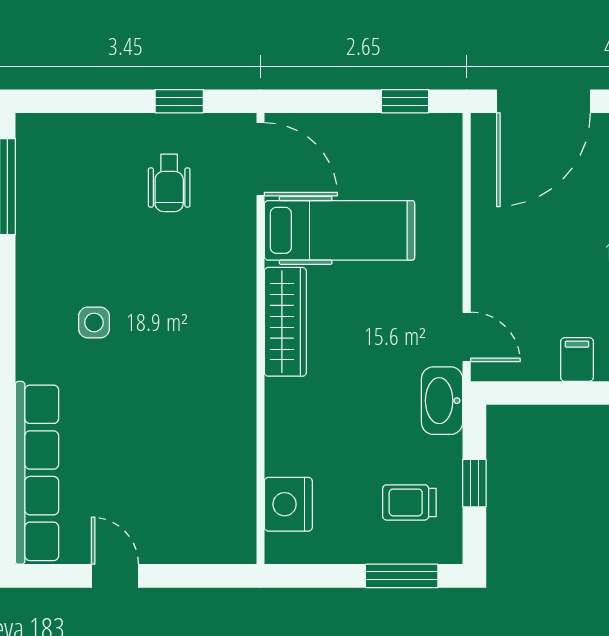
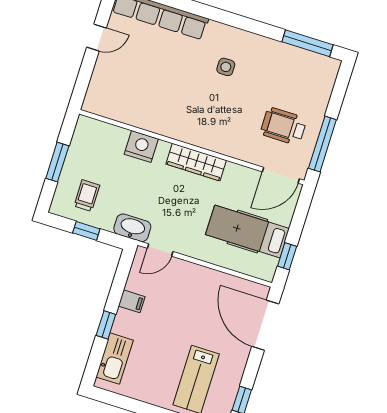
window: (179, 101) -> (322, 144), width x2.17
wheelchair: (169, 183) -> (283, 126), width x1.36, depth x1.37
hospital bed: (339, 230) -> (247, 232), moved, turned 90
nightstand: (288, 504) -> (141, 147), moved
window: (402, 576) -> (57, 162), moved

